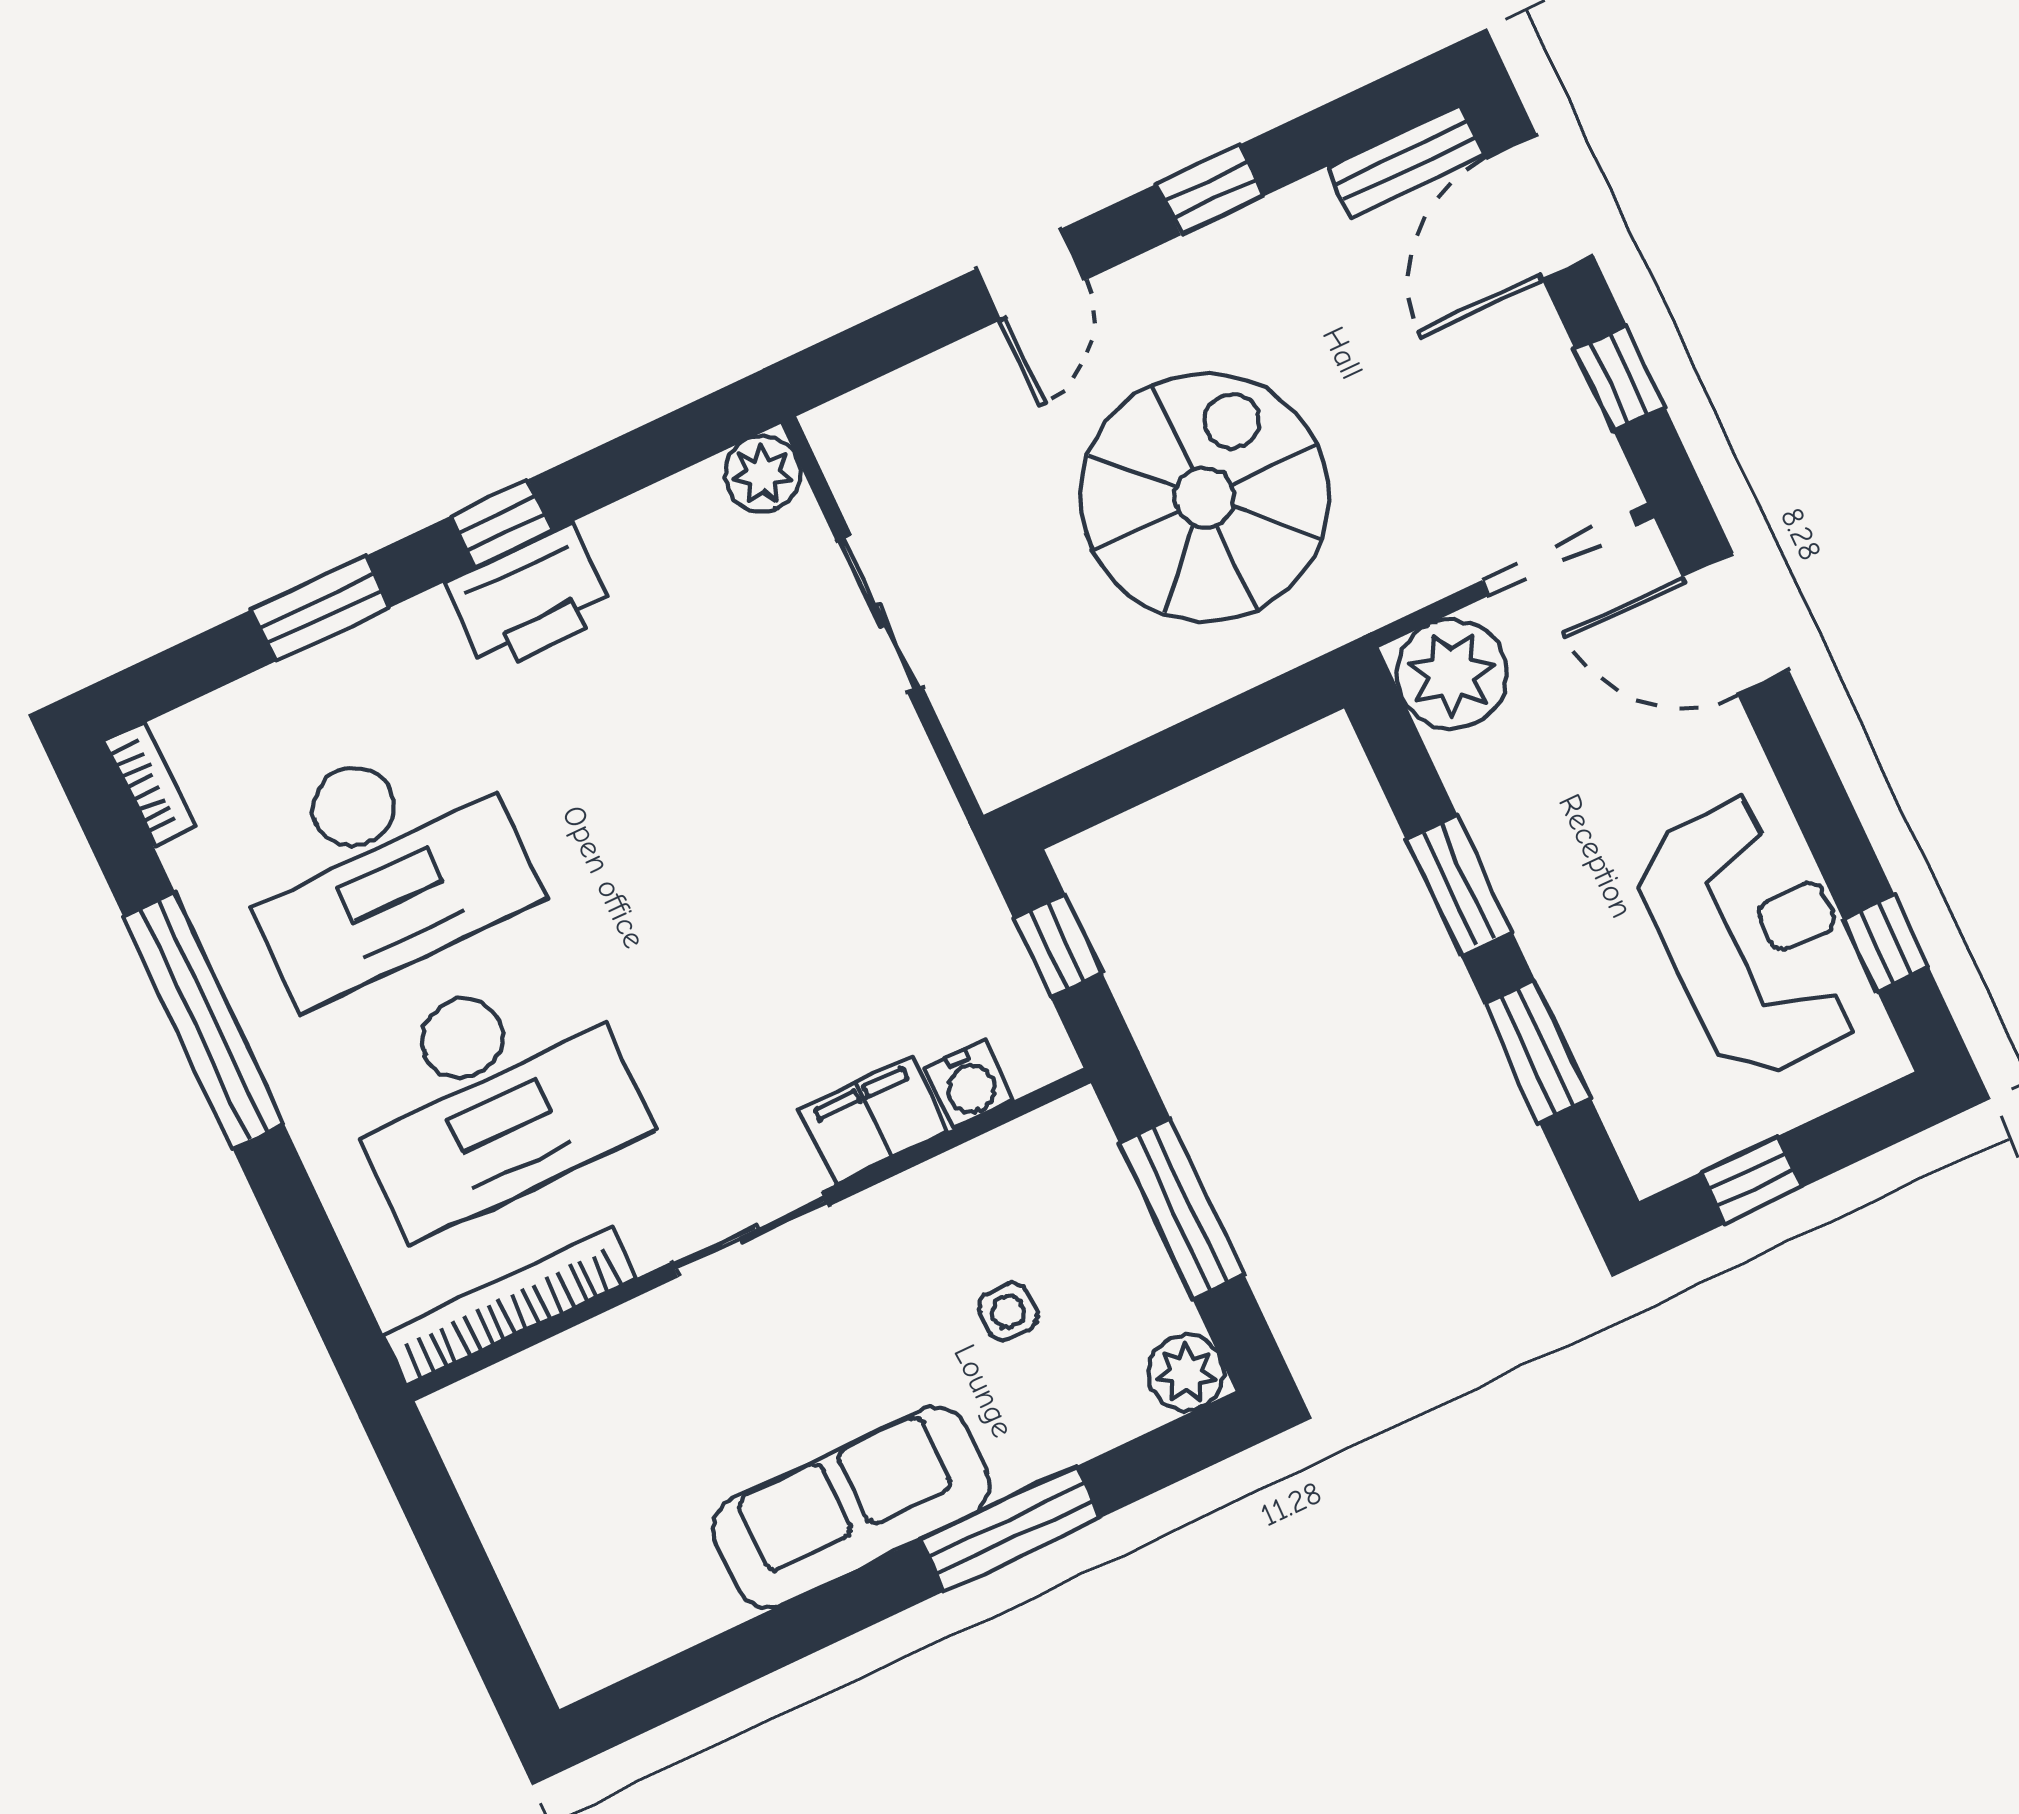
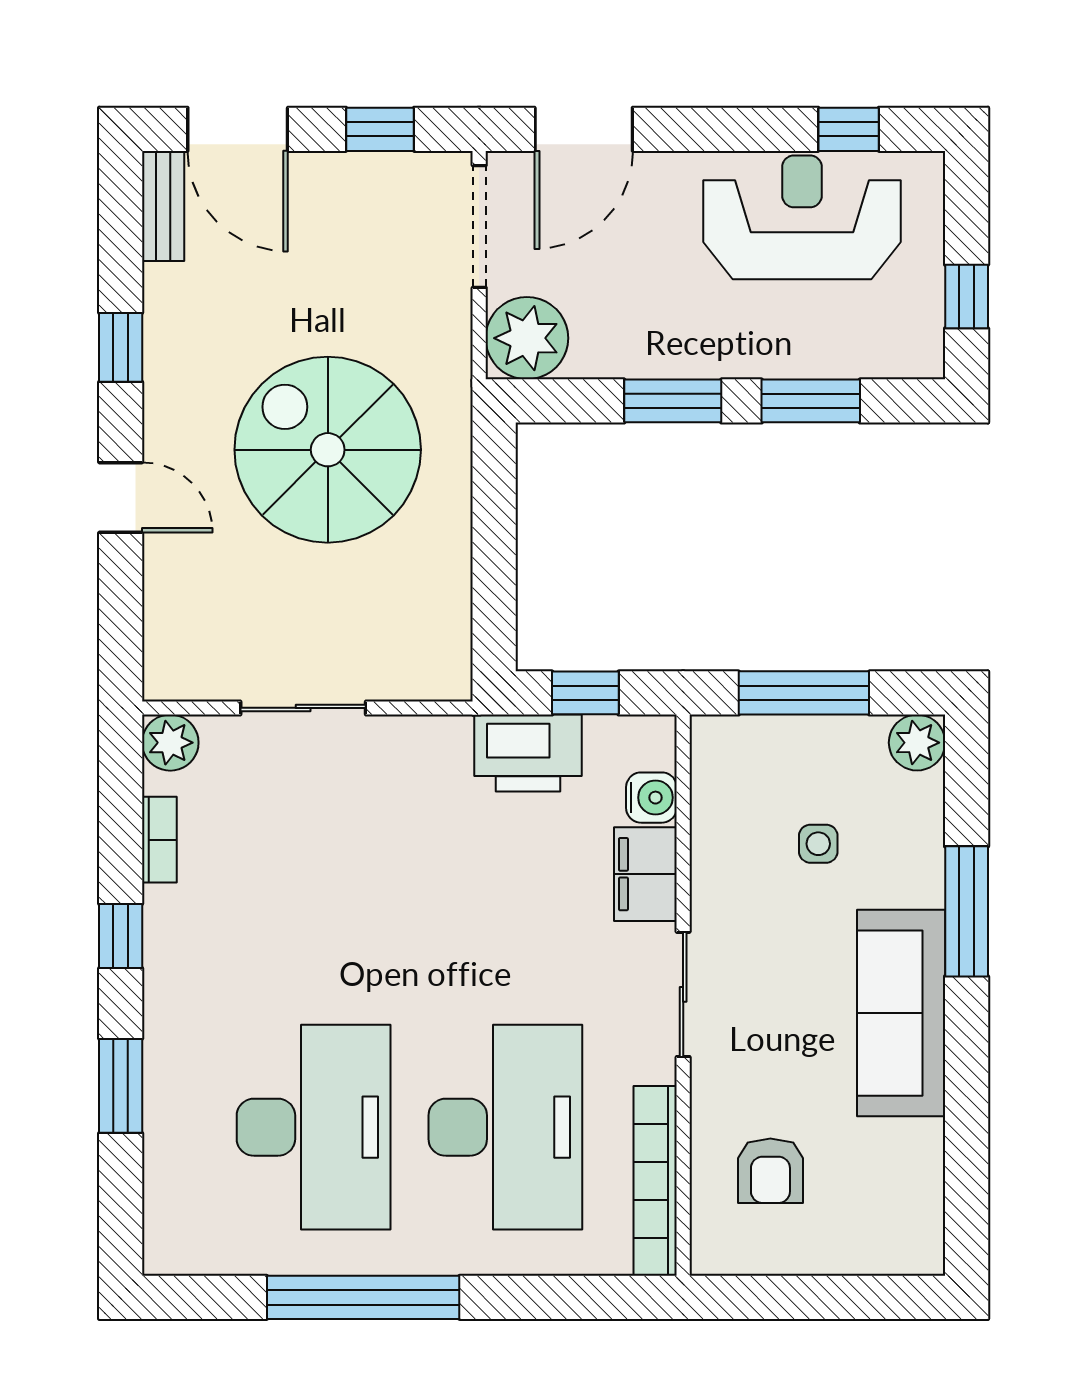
printer: (530, 598) -> (528, 753), moved, turned 90
bookcase: (149, 784) -> (159, 840), moved, turned 90
armchair: (587, 1439) -> (770, 1171), added

